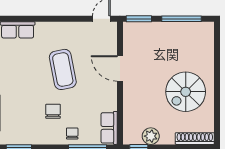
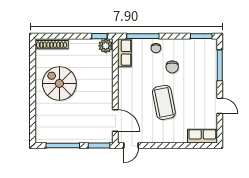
door: (120, 68) -> (115, 121), moved
spiral stairs: (186, 92) -> (59, 83), turned -90
plant: (151, 136) -> (106, 46), moved

